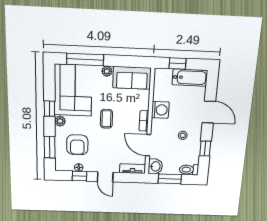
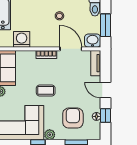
washing machine: (160, 110) -> (22, 39), moved
armchair: (77, 145) -> (73, 118), turned -90
door: (148, 145) -> (71, 49), swing flipped
door: (105, 177) -> (105, 90), swing flipped

